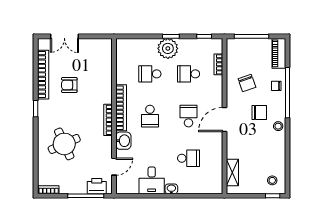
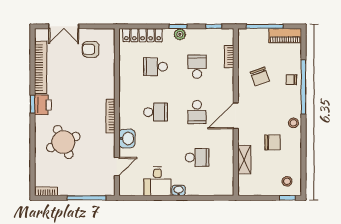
locker: (138, 45) -> (143, 35), added
plant: (168, 48) -> (180, 34), width x0.53, depth x0.53
piano: (279, 53) -> (285, 36), moved, turned -90
school desk: (189, 74) -> (197, 67), turned 90
armchair: (69, 85) -> (91, 49), moved
bookcase: (121, 108) -> (125, 103), removed
chair: (259, 112) -> (273, 142), moved
school desk: (150, 116) -> (155, 112), turned -90
school desk: (189, 116) -> (197, 112), turned 180
shelving: (232, 173) -> (244, 160), moved
printer: (97, 186) -> (43, 105), moved, turned 90

